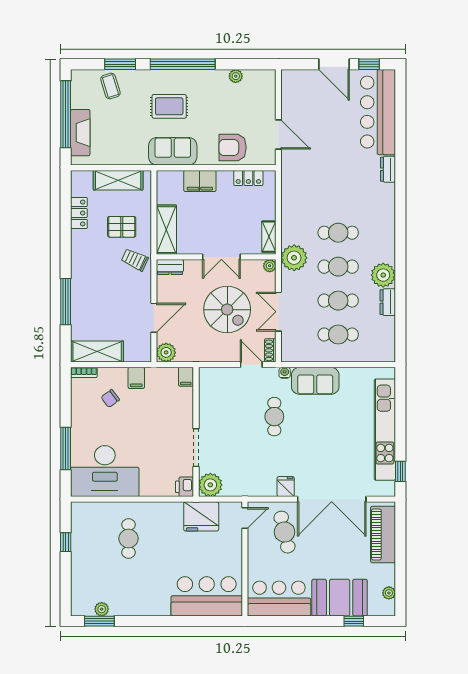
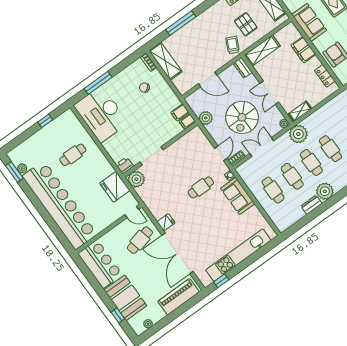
plant: (166, 352) -> (206, 118), moved
filing cabinet: (136, 378) -> (180, 112), moved
bar counter: (207, 596) -> (60, 205), width x1.86

